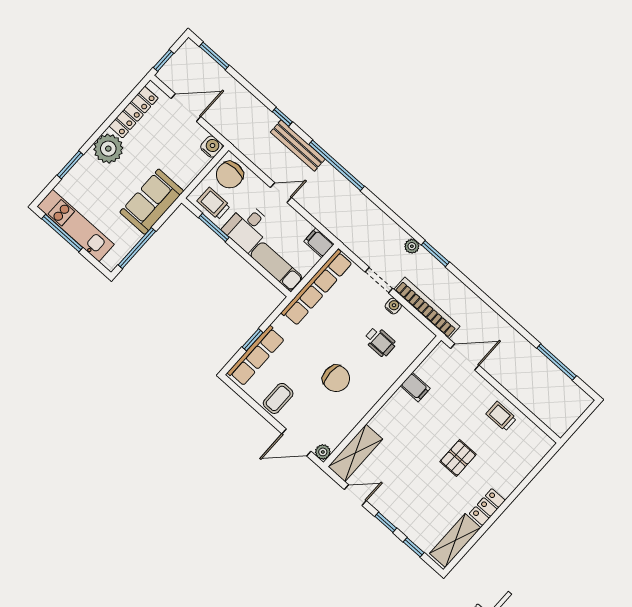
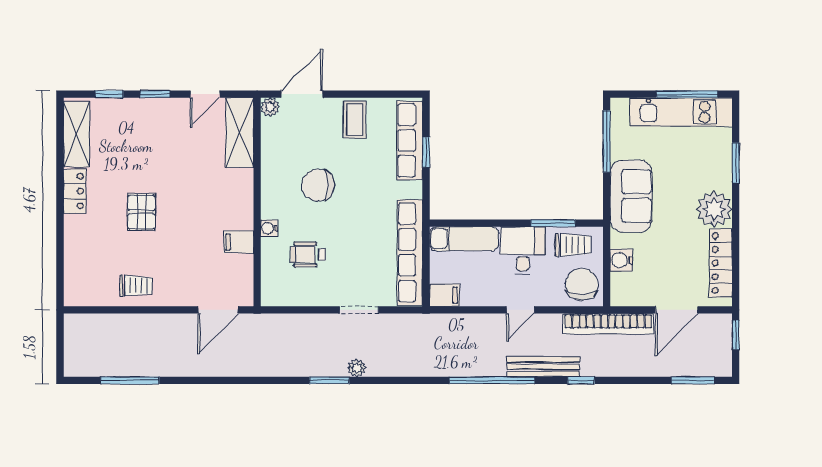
water cooler: (212, 147) -> (621, 260), moved, turned 90
water cooler: (393, 306) -> (269, 228), moved, turned 90
bookcase: (427, 308) -> (608, 324), moved

